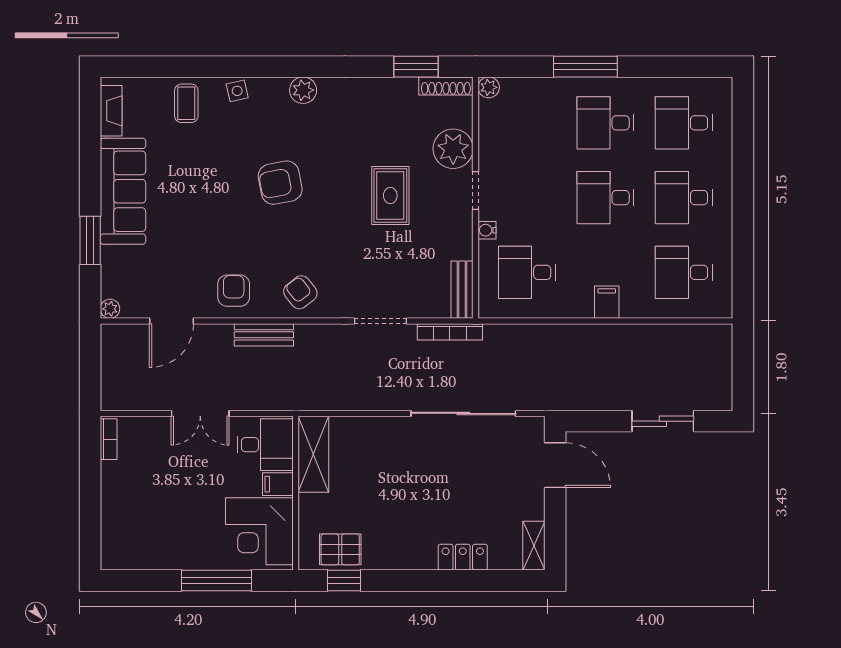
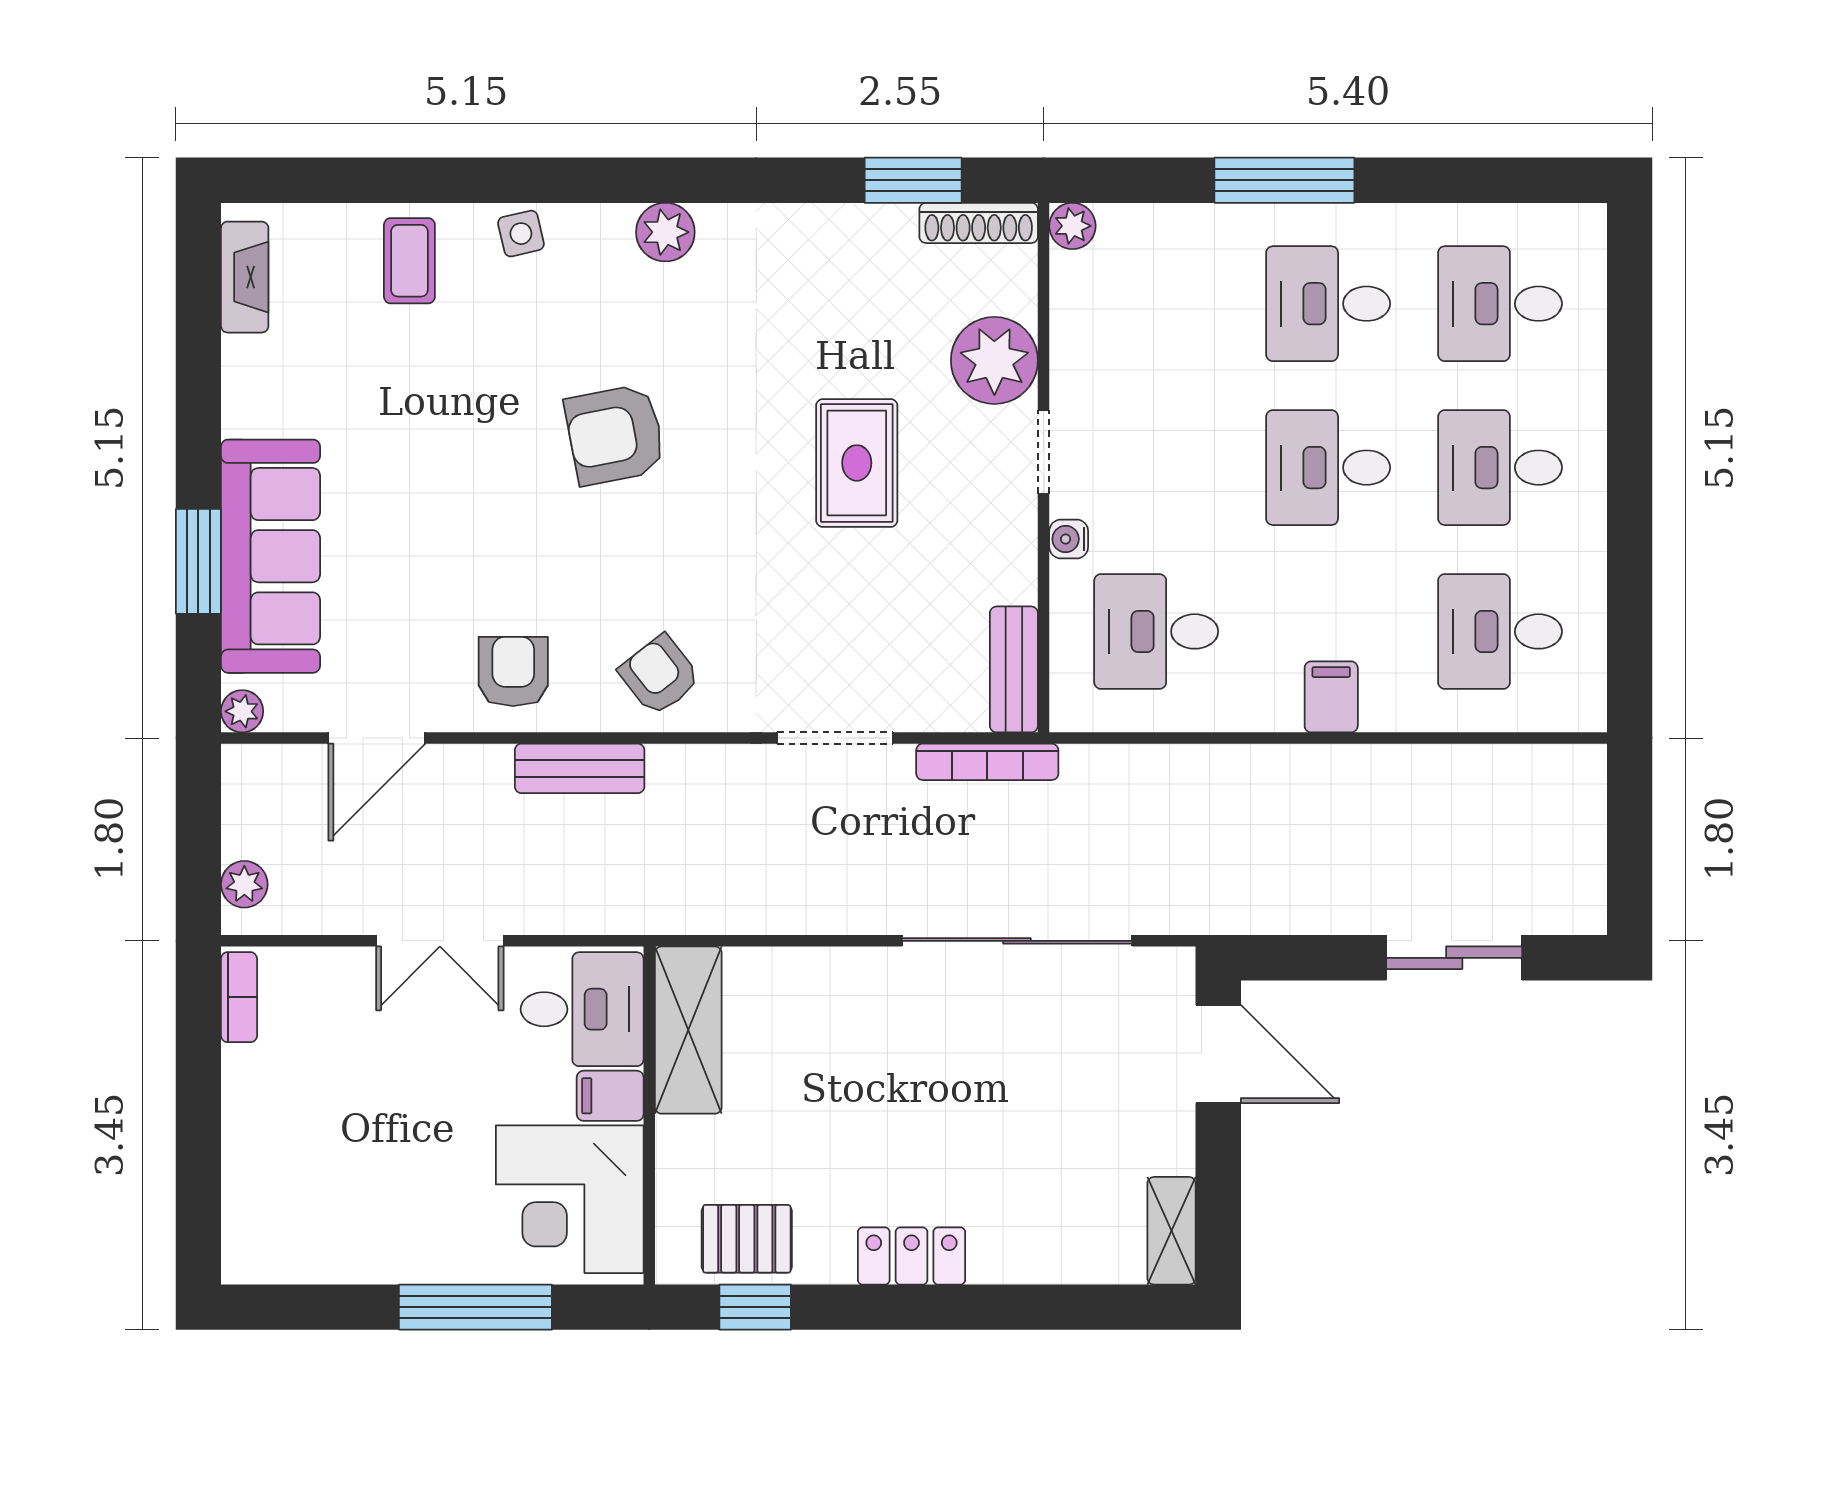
sofa: (123, 191) -> (271, 556), moved
plant: (111, 388) -> (244, 884), added
locker: (463, 557) -> (911, 1256), moved

